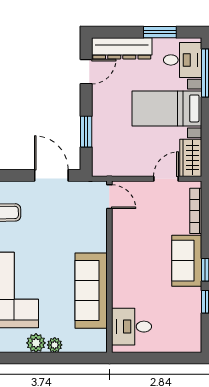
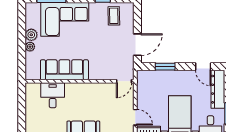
desk: (132, 327) -> (53, 95), moved

